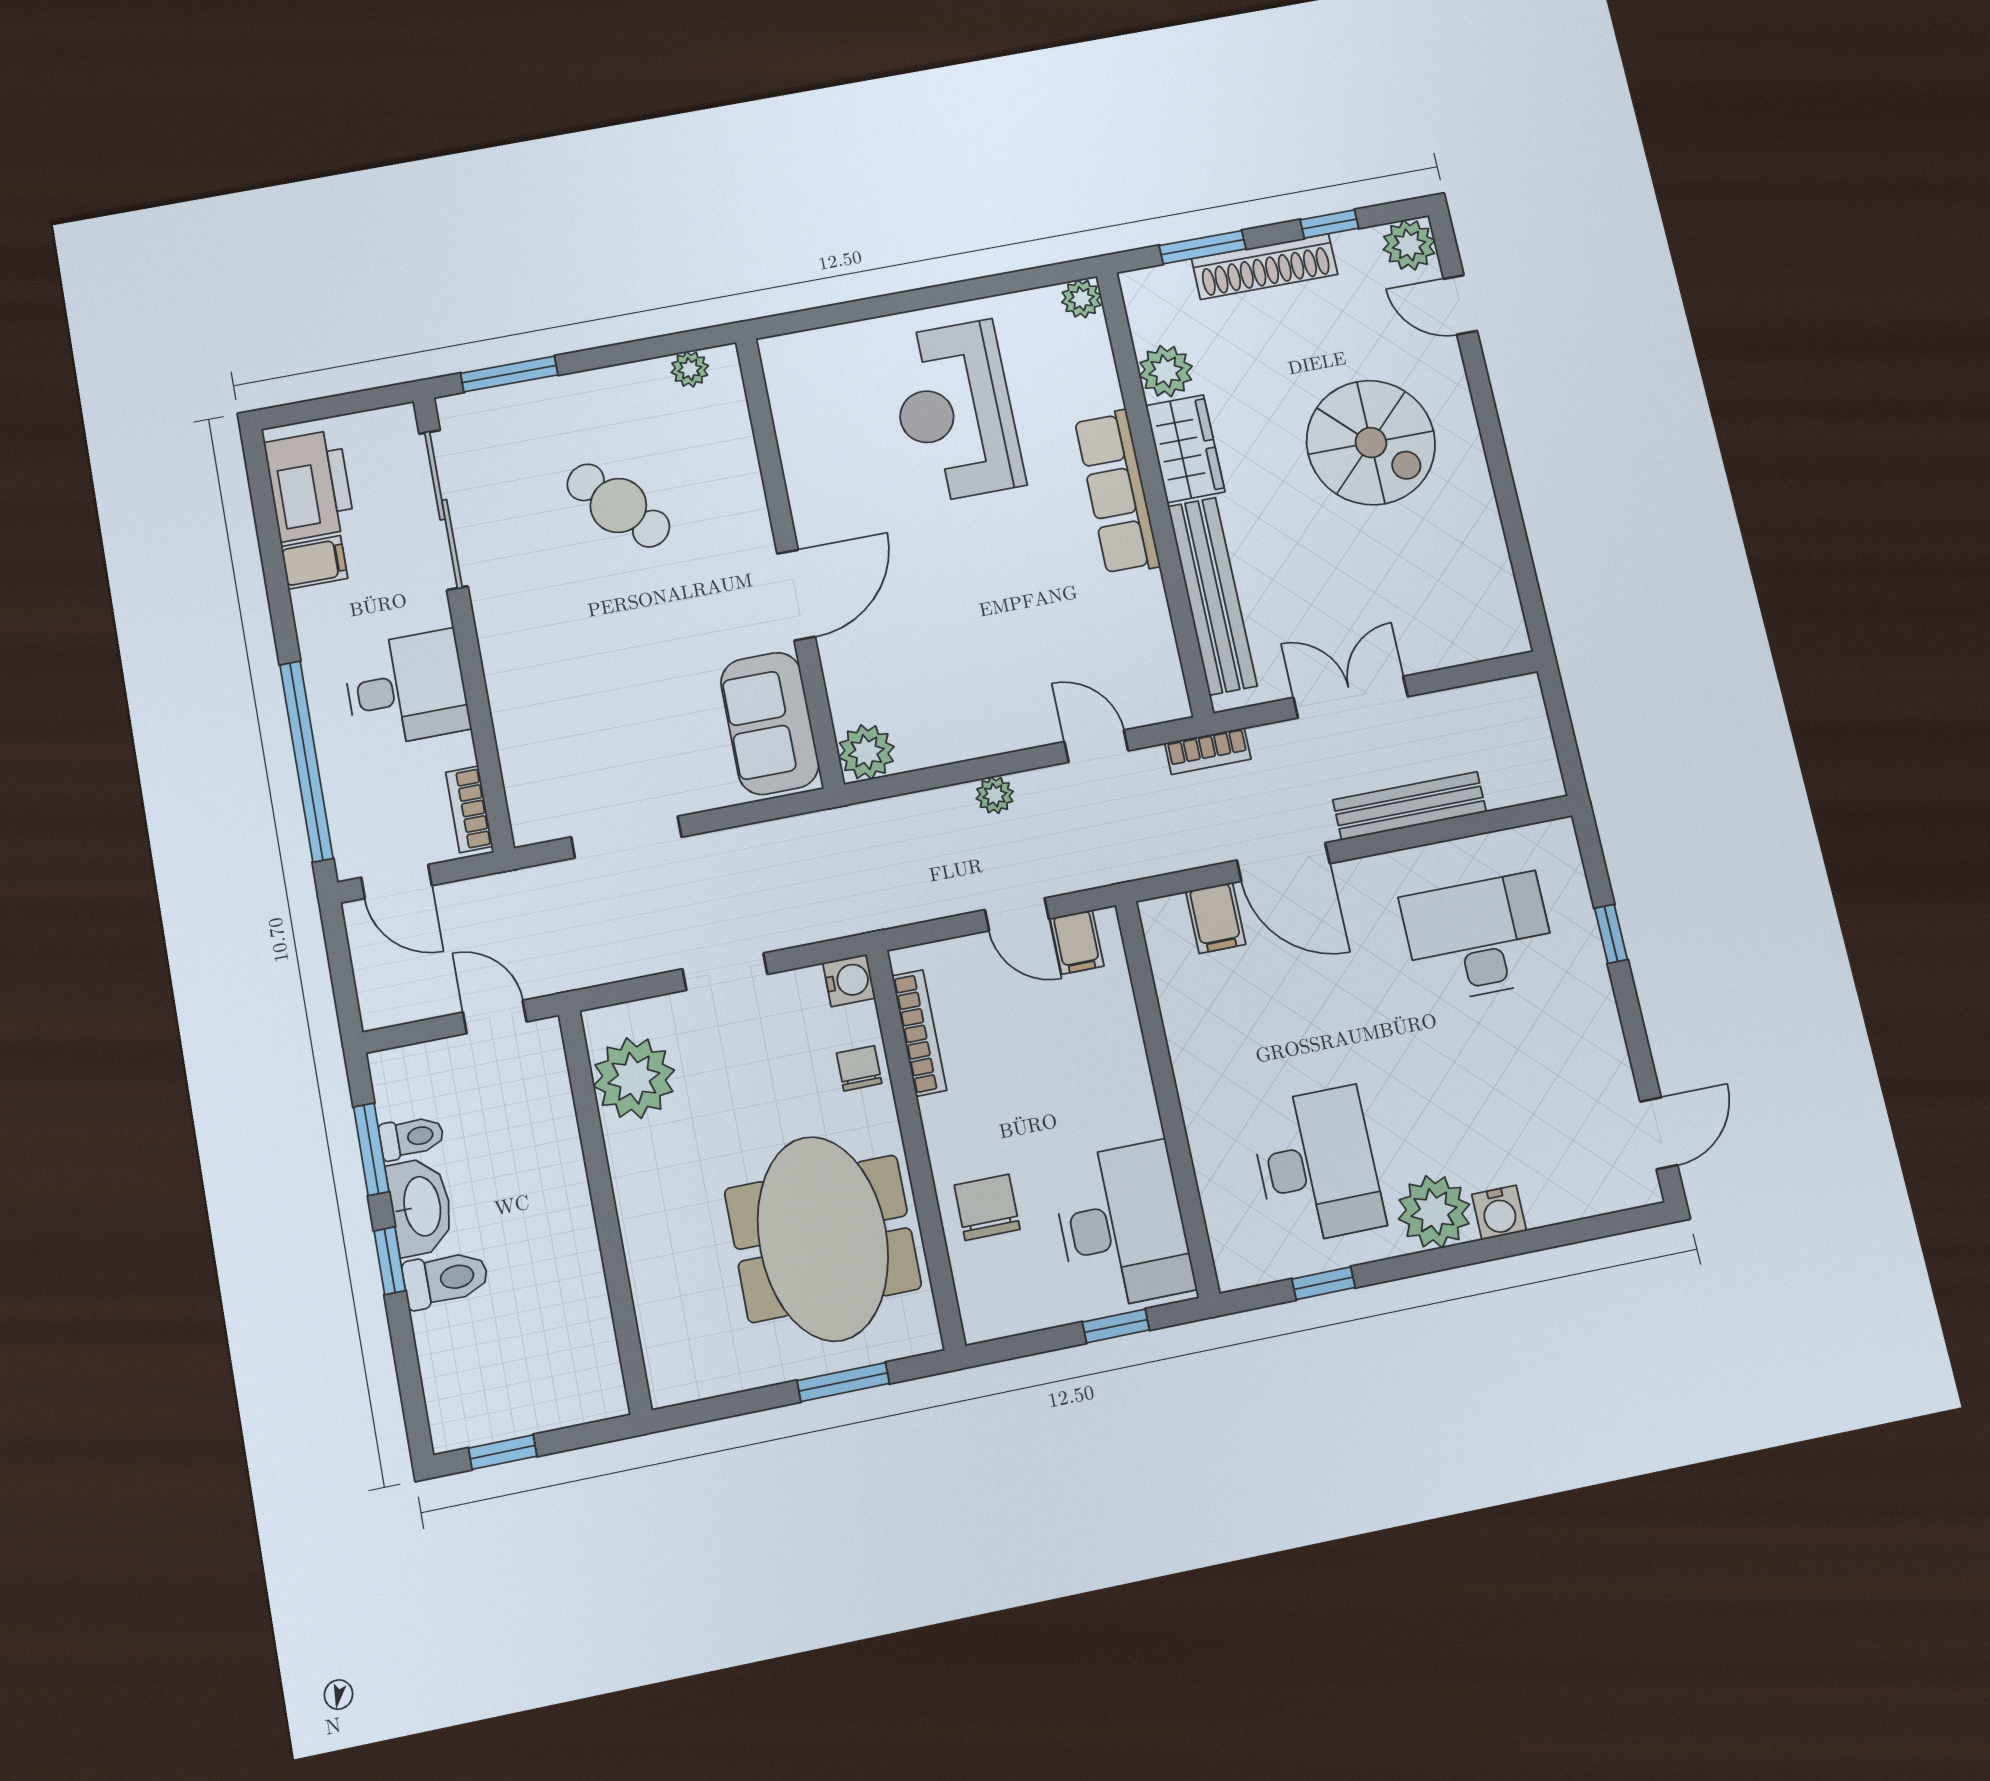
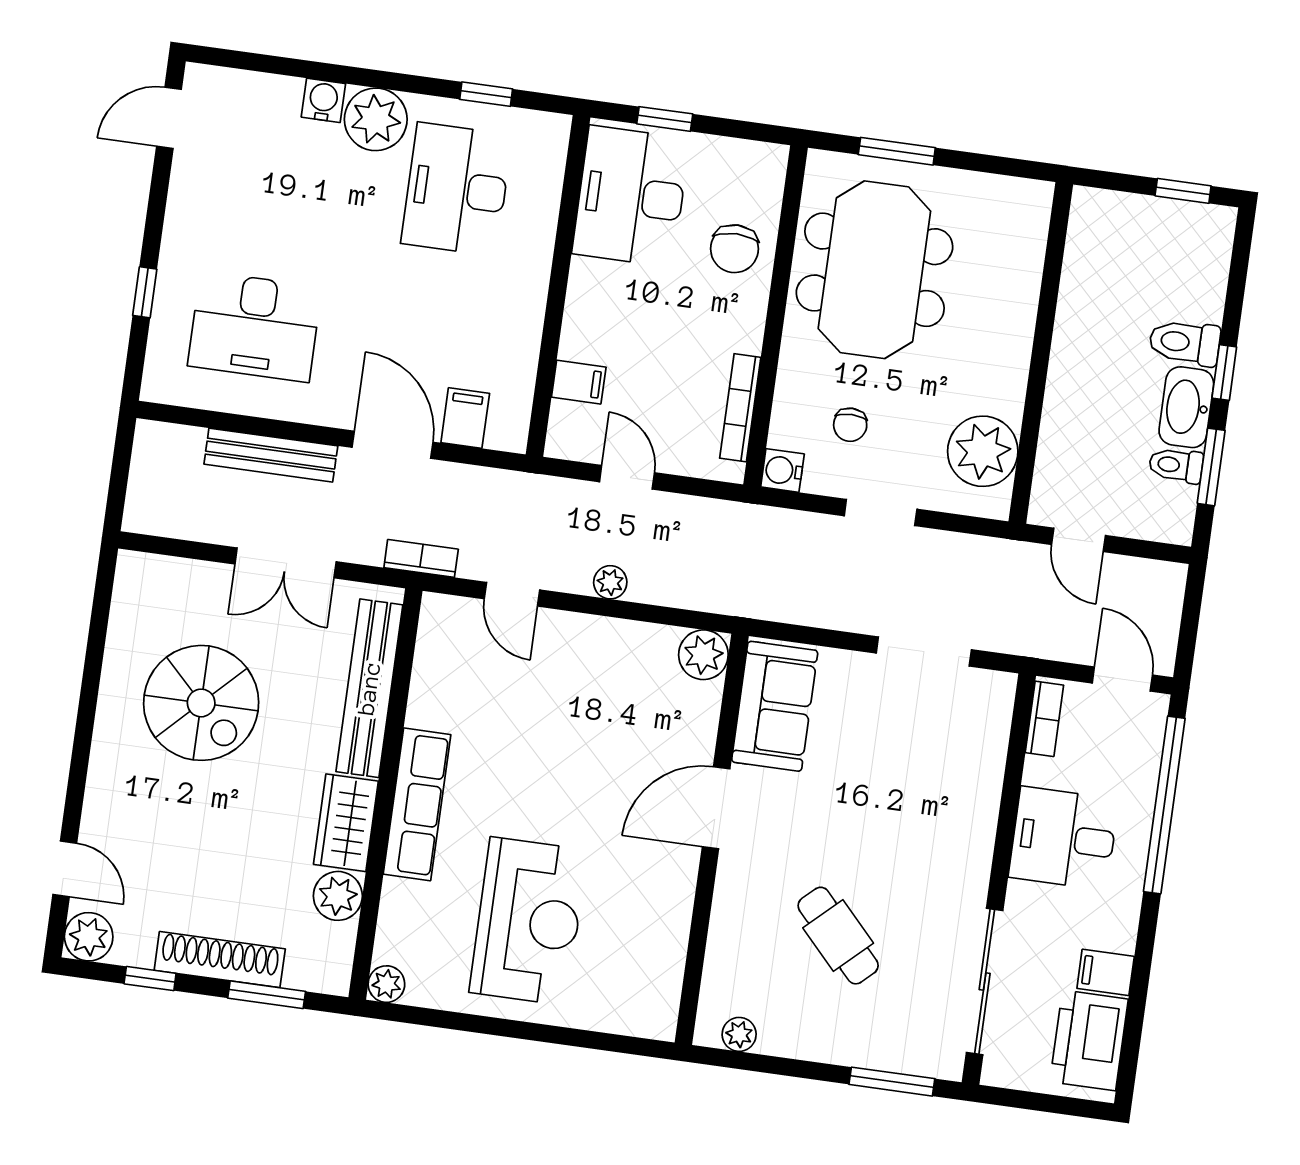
spiral stairs: (1371, 443) -> (201, 703), moved, turned 180
filing cabinet: (1077, 942) -> (579, 382), moved, turned 90
chair: (859, 1068) -> (850, 425), moved

